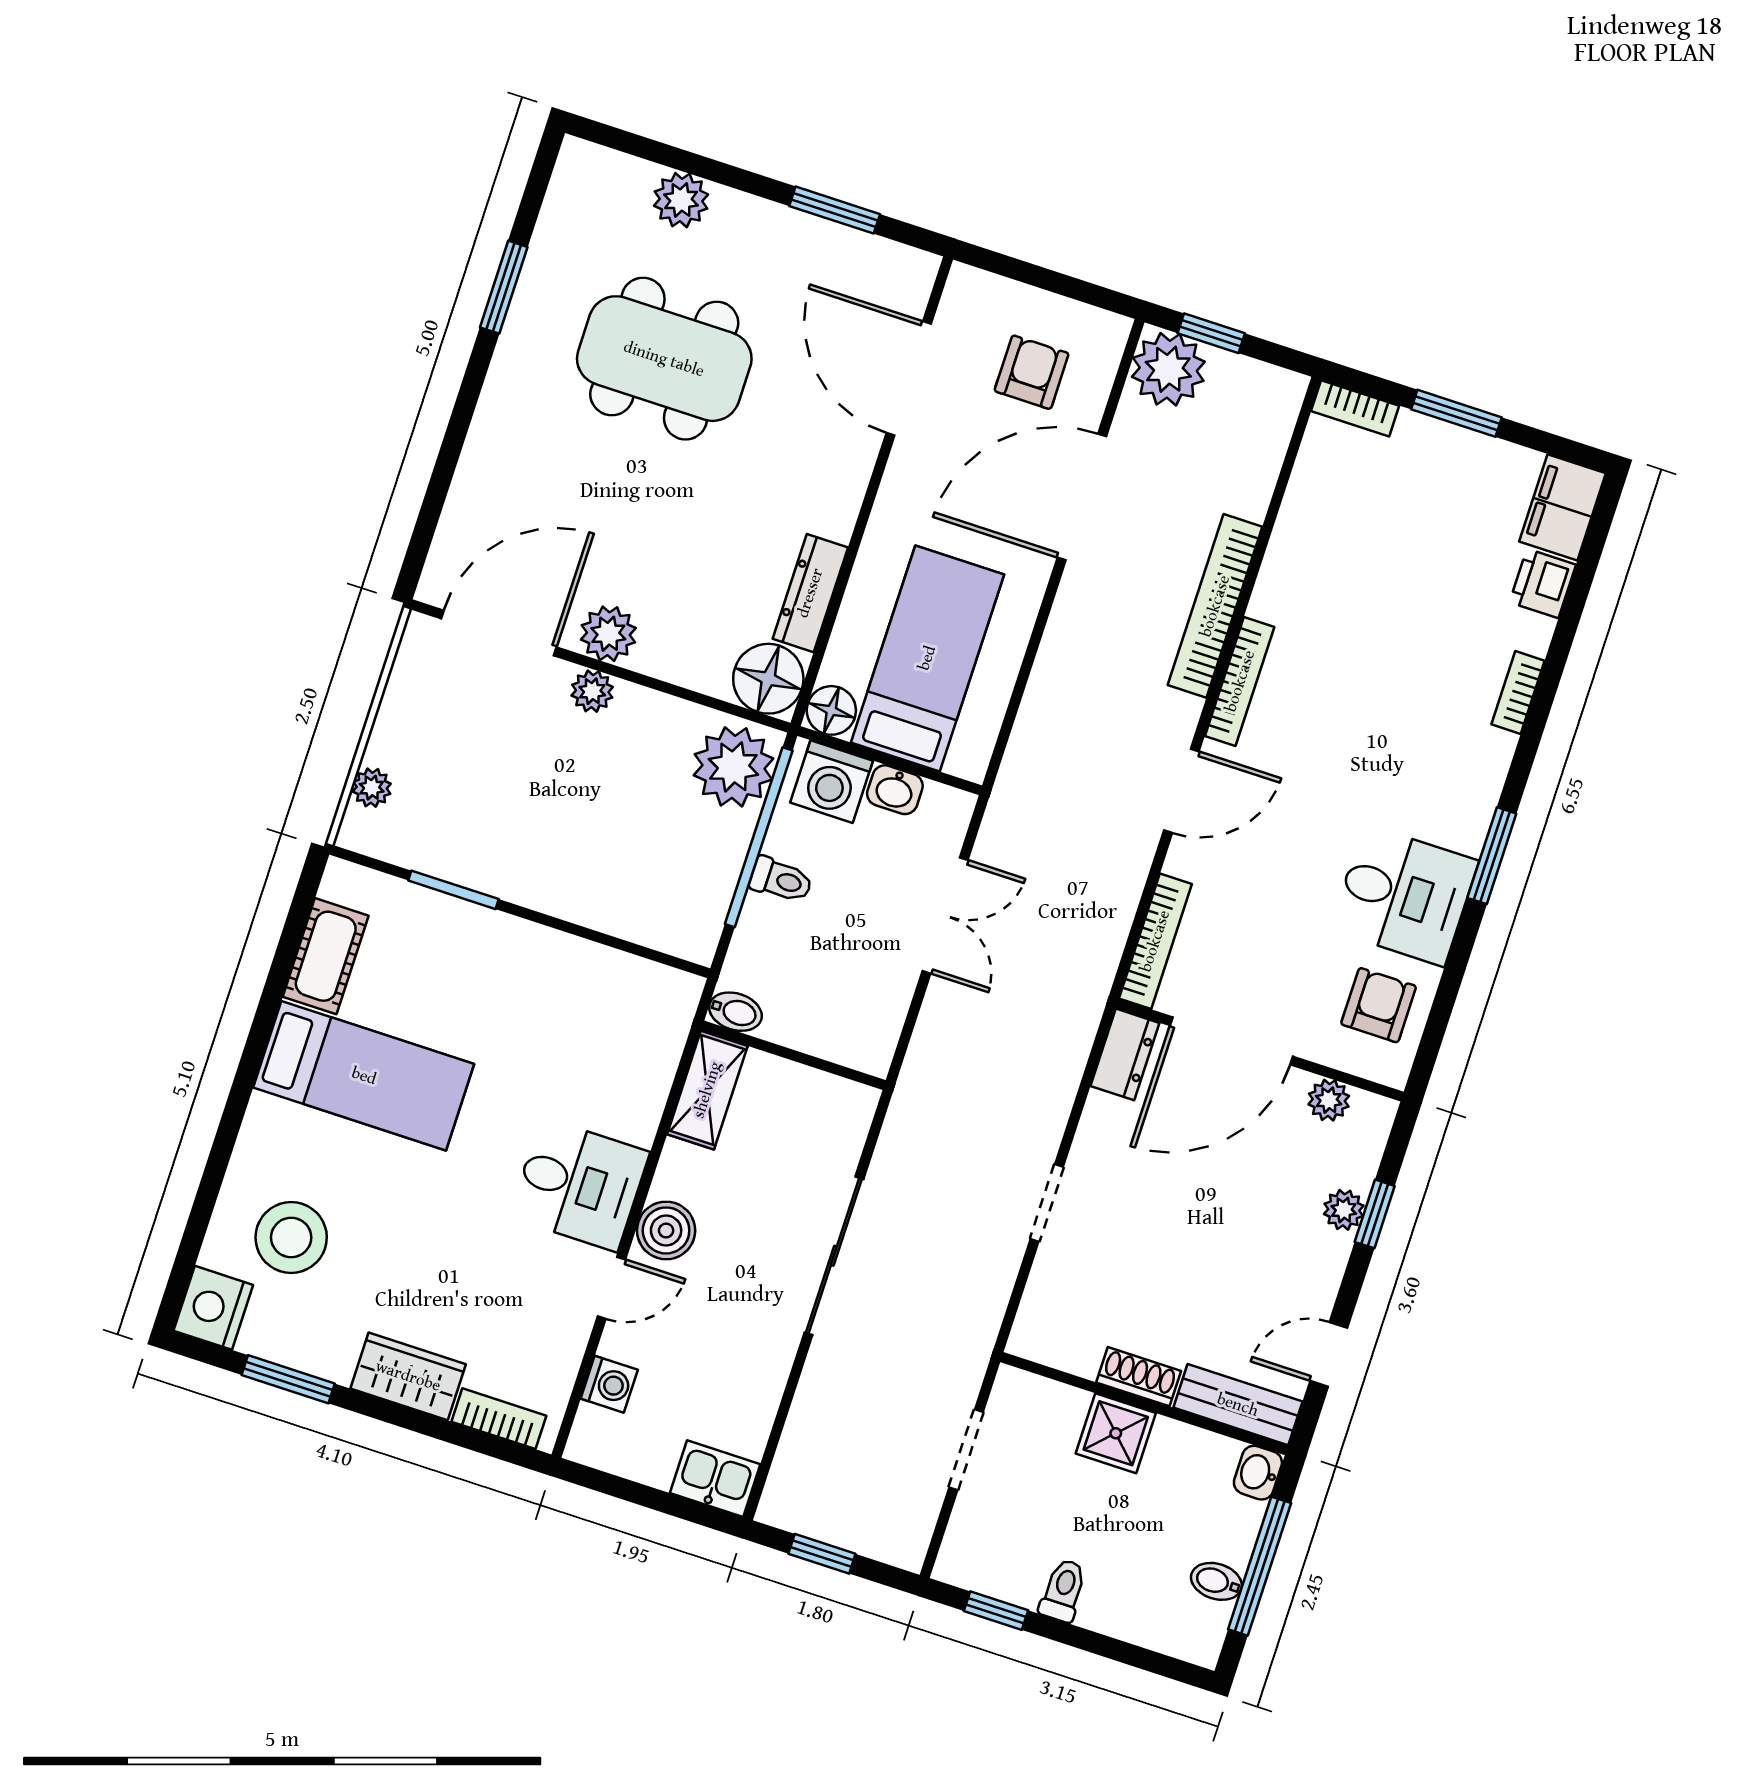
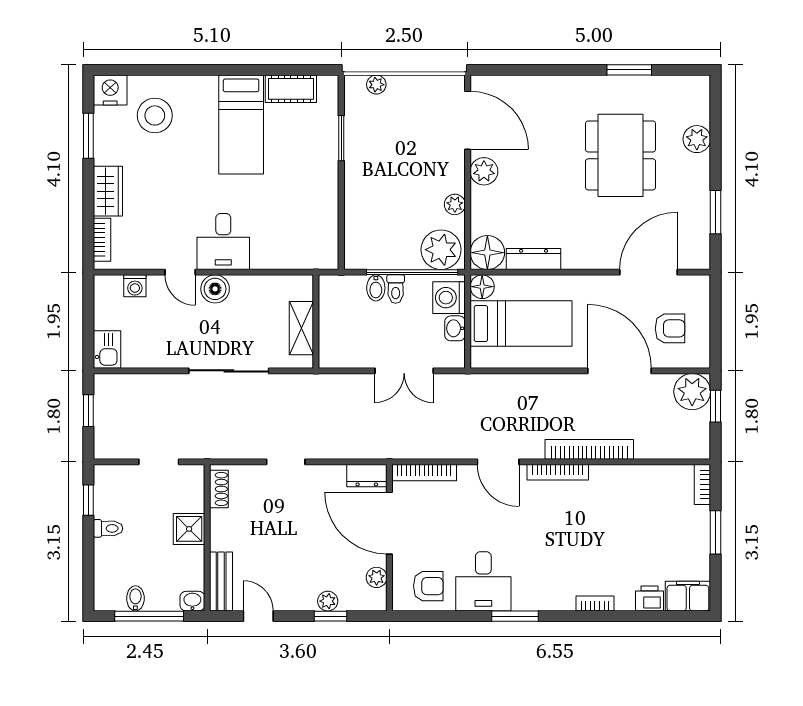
plant: (592, 691) -> (455, 204), moved
bidet: (735, 1012) -> (376, 288), moved
shelving: (707, 1090) -> (301, 328), moved, turned 90
shoe rack: (1139, 1377) -> (219, 489), moved

